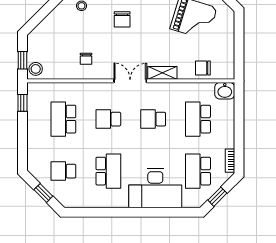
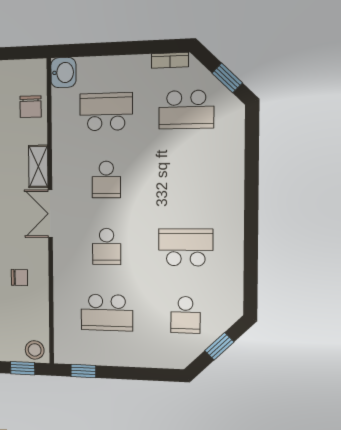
school desk: (198, 119) -> (106, 112), turned 180
desk: (155, 188) -> (213, 175), removed

